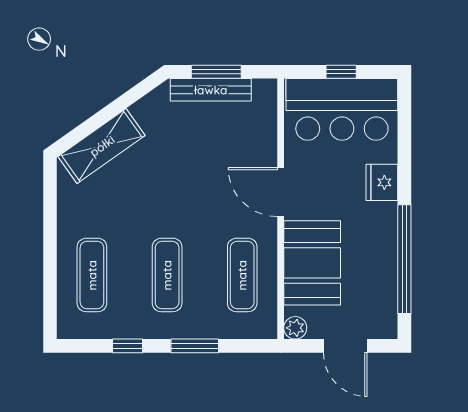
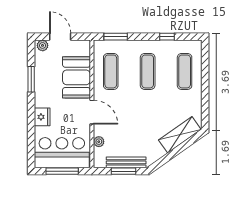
window: (341, 72) -> (62, 171), width x2.17
plant: (267, 132) -> (99, 142), added
window: (404, 259) -> (31, 79), width x0.47
plant: (295, 328) -> (43, 45), moved
window: (195, 346) -> (116, 37), moved

